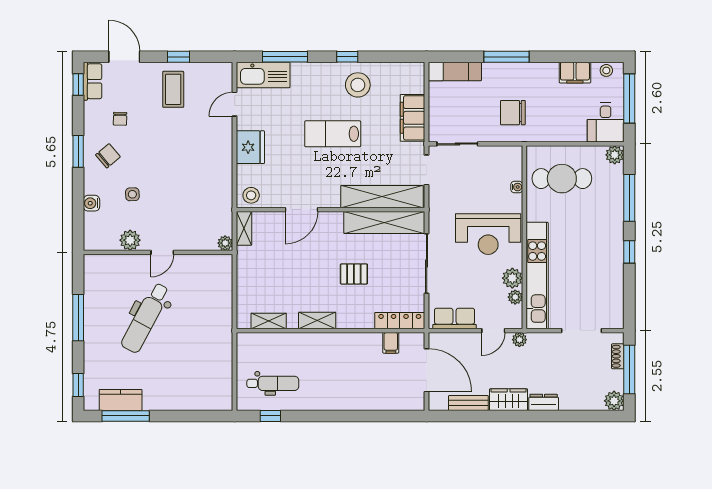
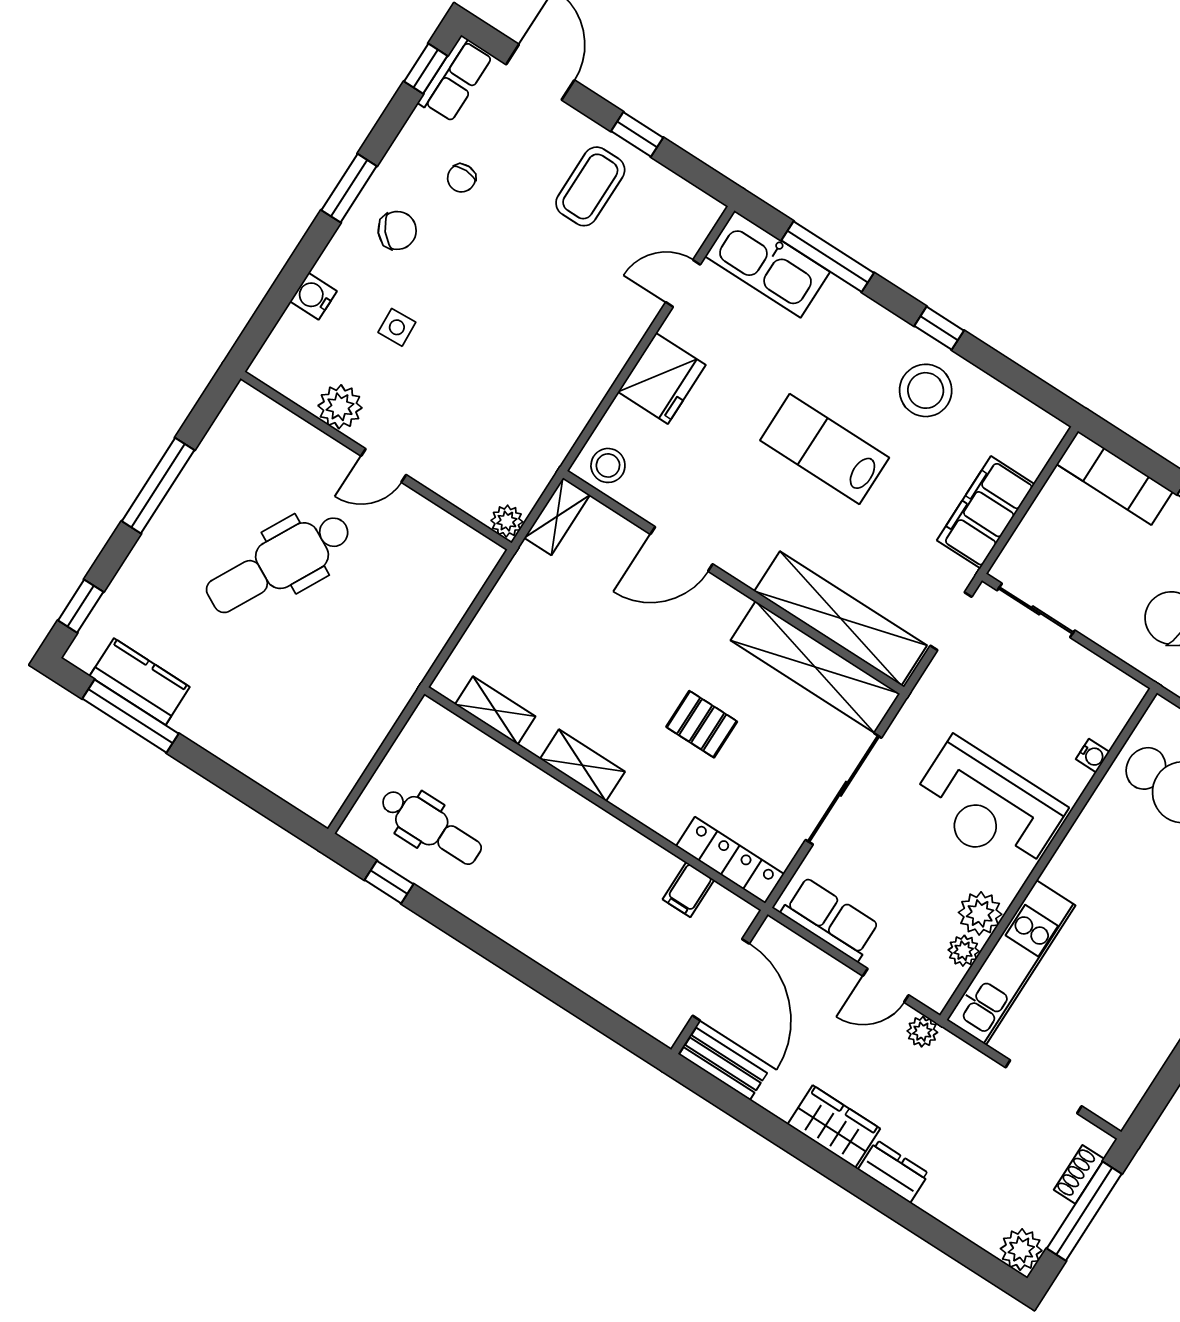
kitchen unit: (537, 276) -> (1011, 963), width x0.73
bench: (468, 403) -> (723, 1064), moved

